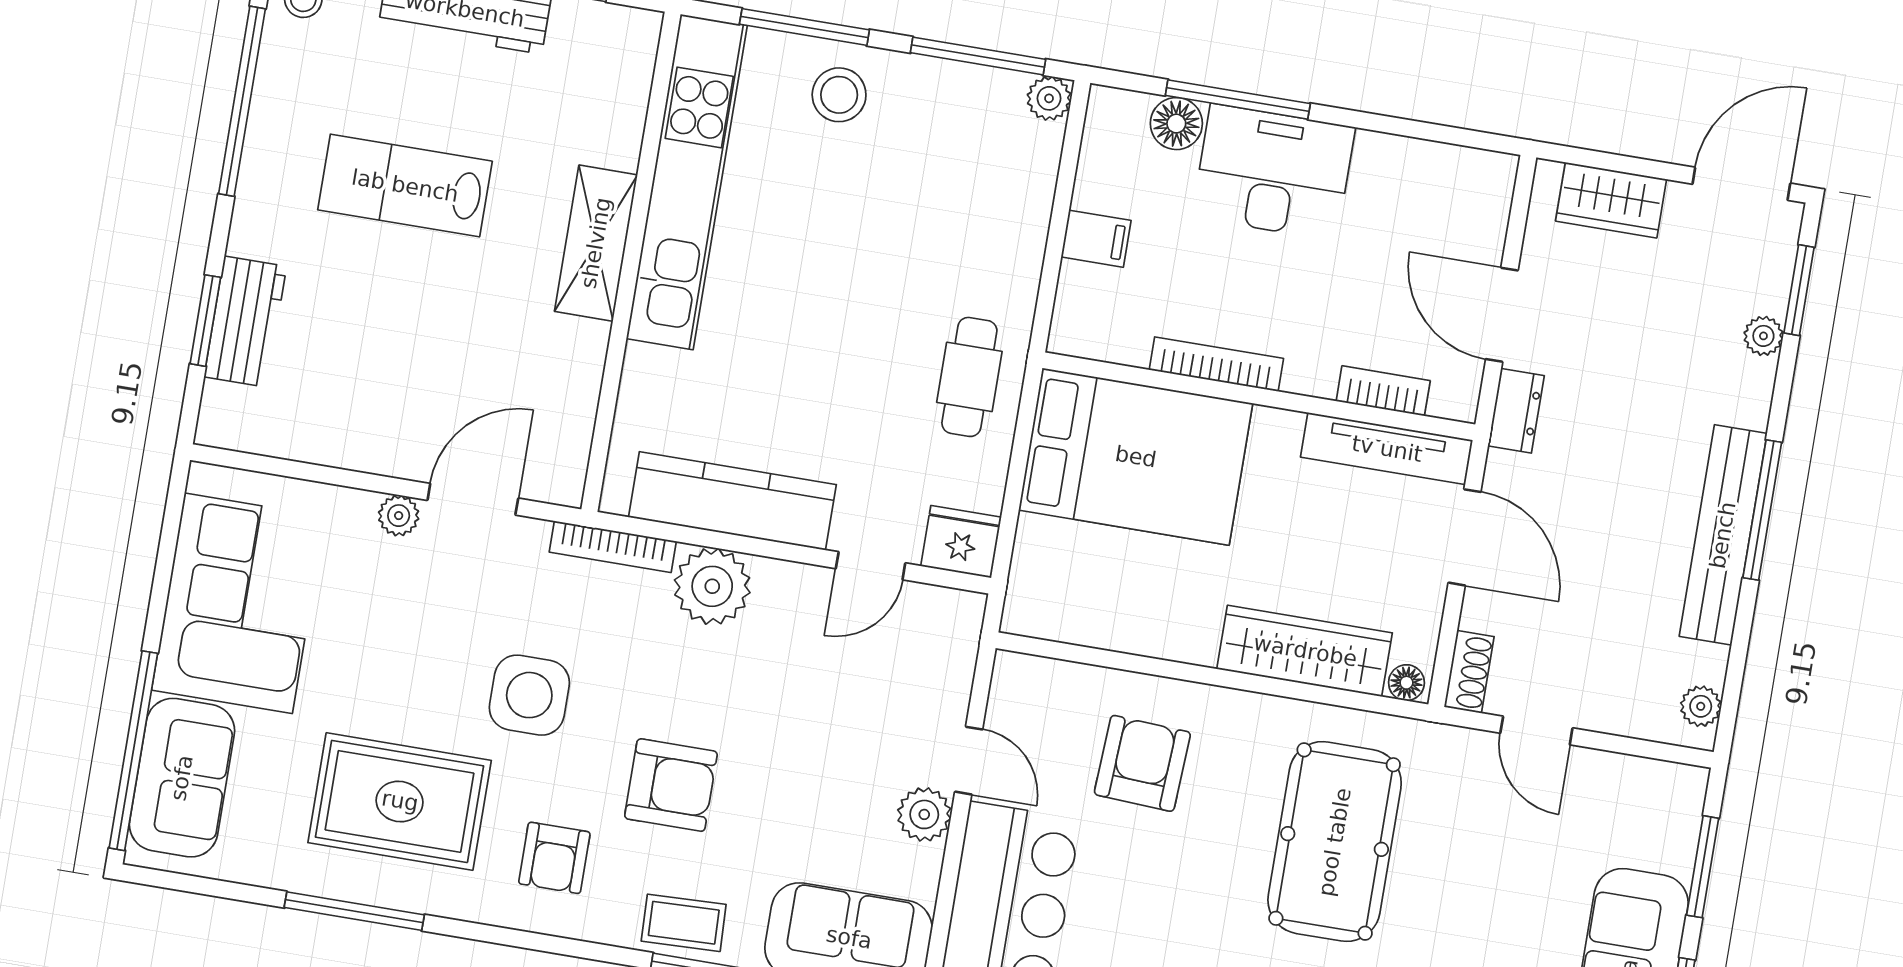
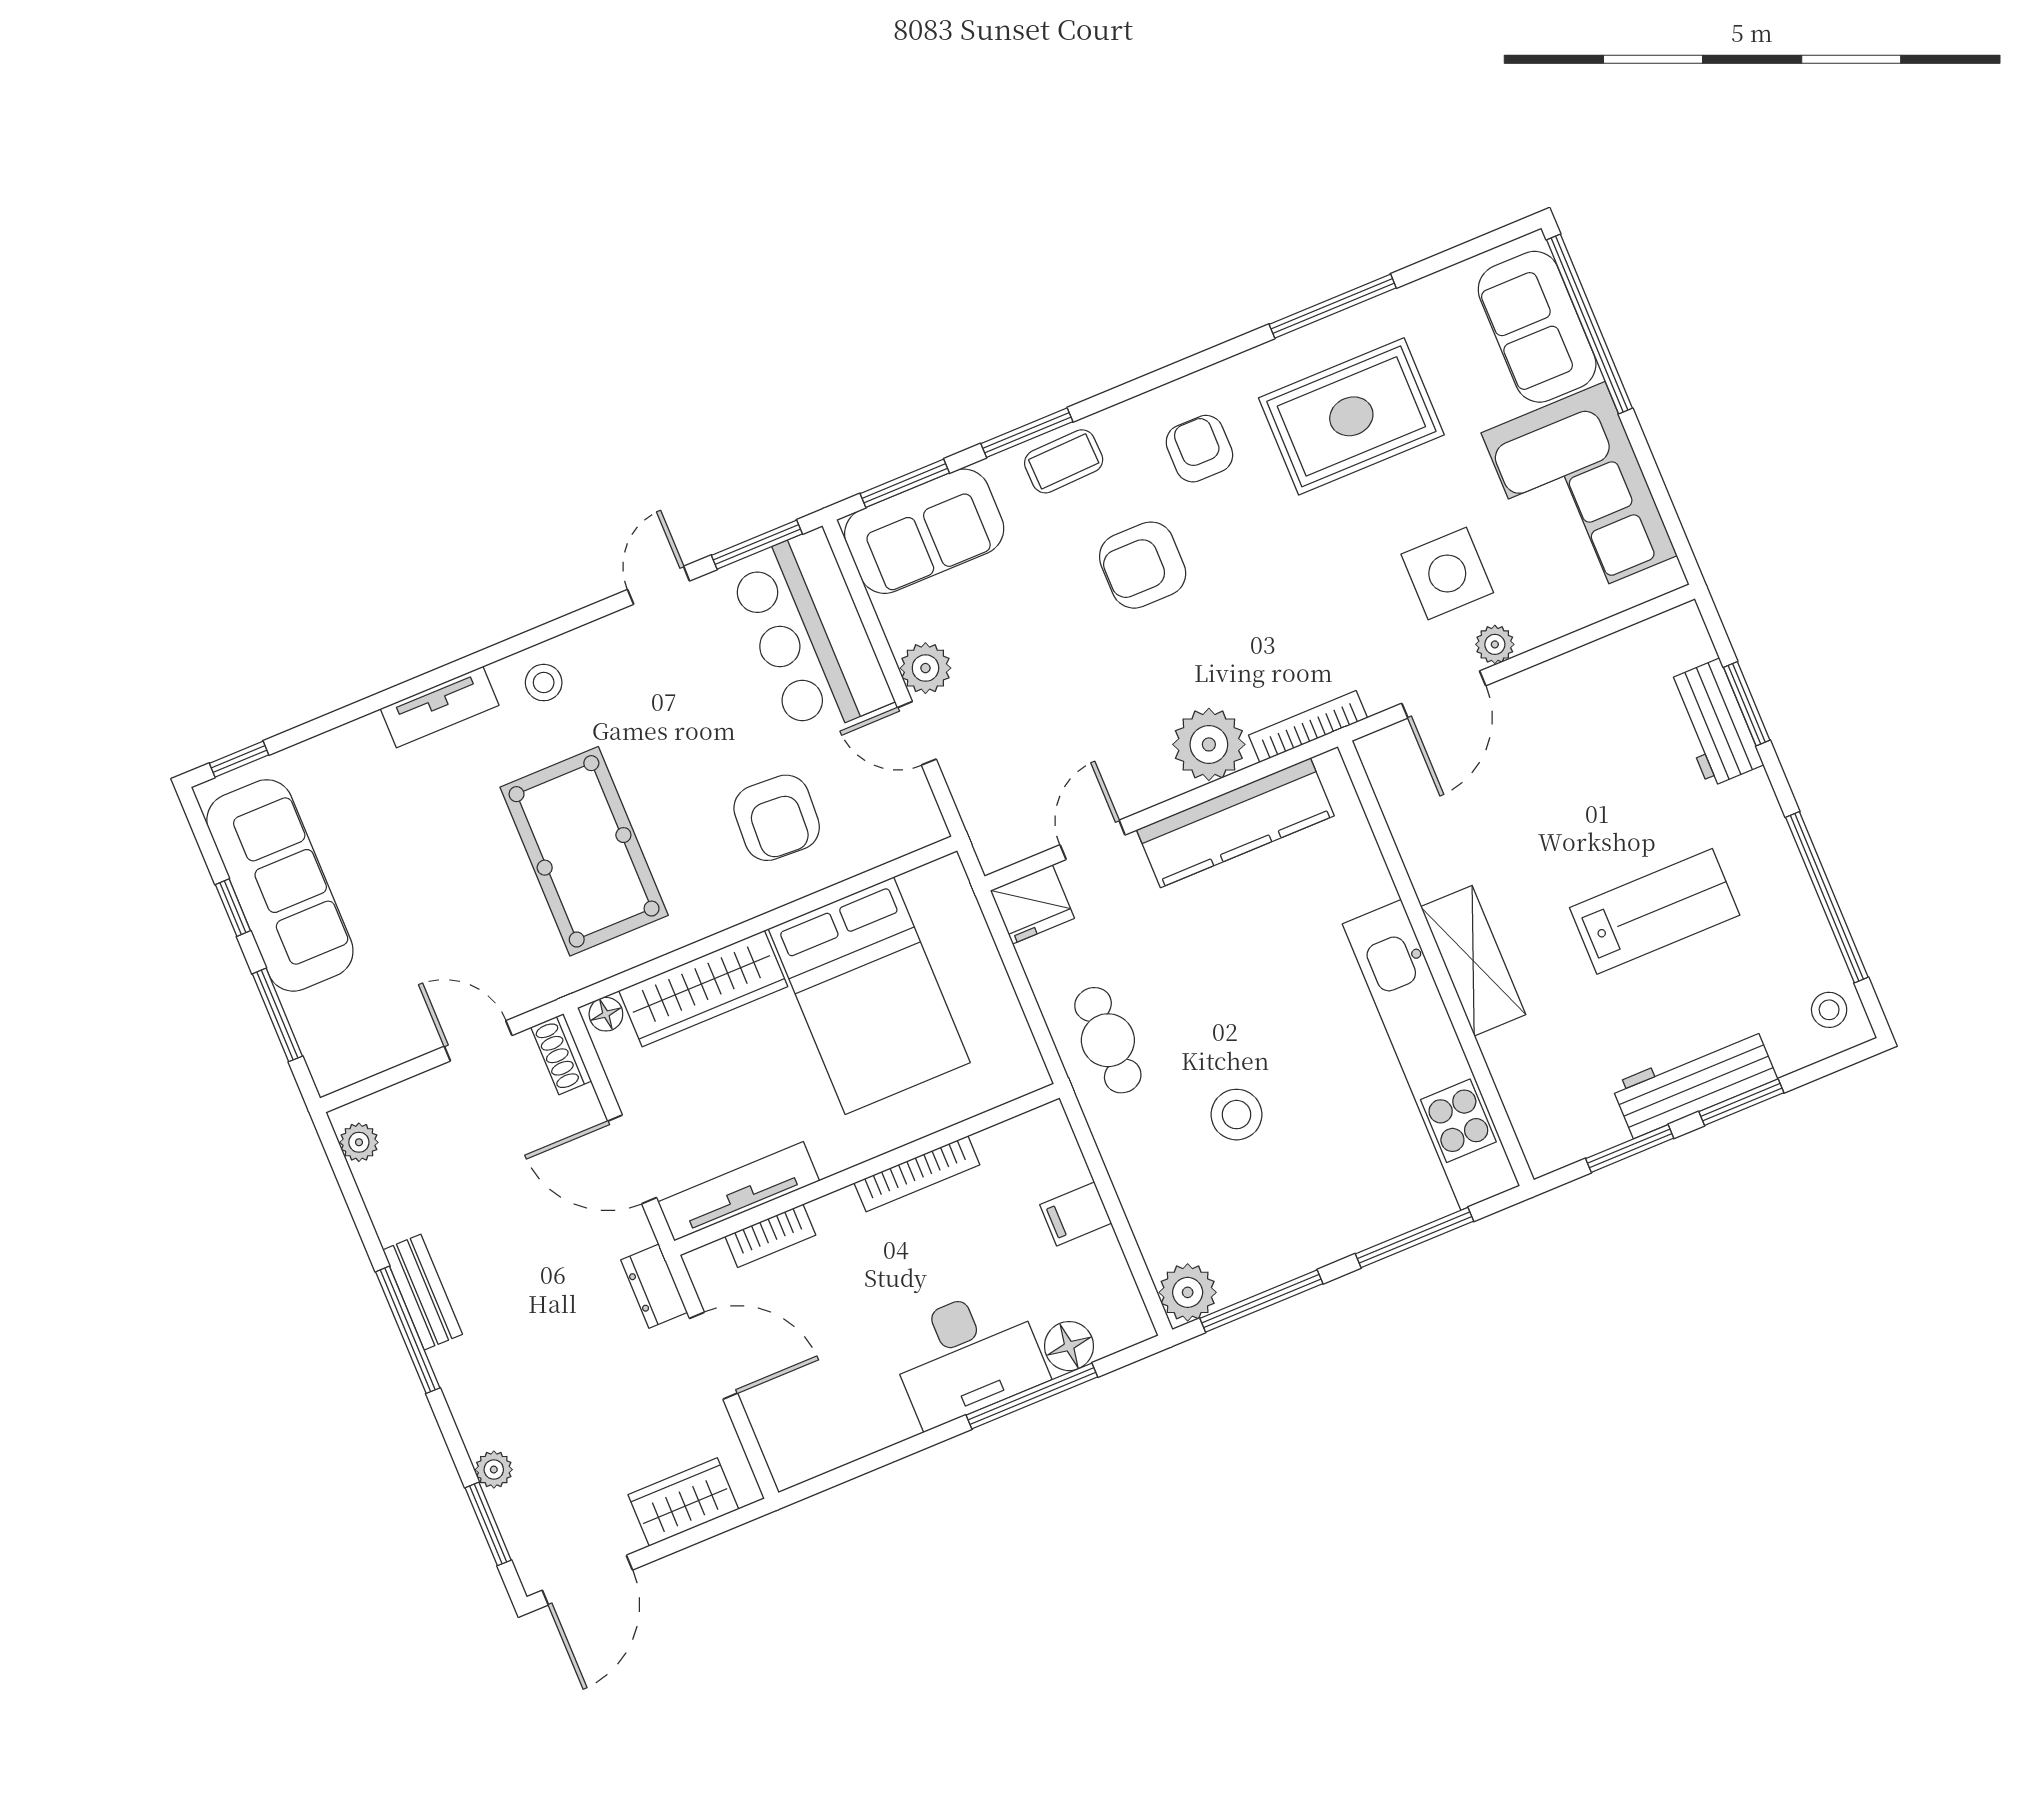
stool: (839, 95) -> (1236, 1115), moved
plant: (1049, 98) -> (1188, 1292), width x1.38, depth x1.38
bed: (1136, 457) -> (869, 996), moved, turned -90
bench: (1723, 535) -> (423, 1292), width x0.54, depth x0.82
side table: (529, 695) -> (1447, 573), moved

